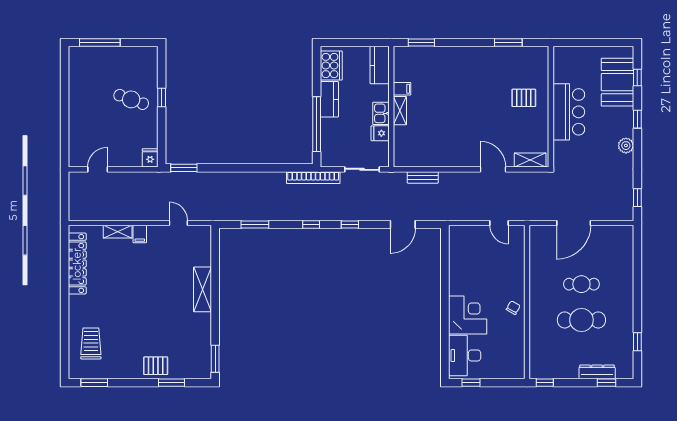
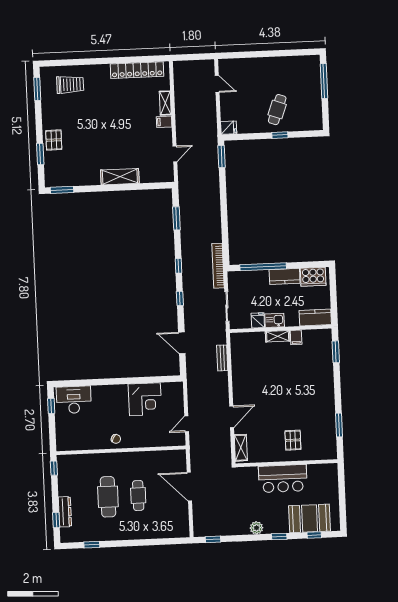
corner desk: (468, 315) -> (145, 399), moved

